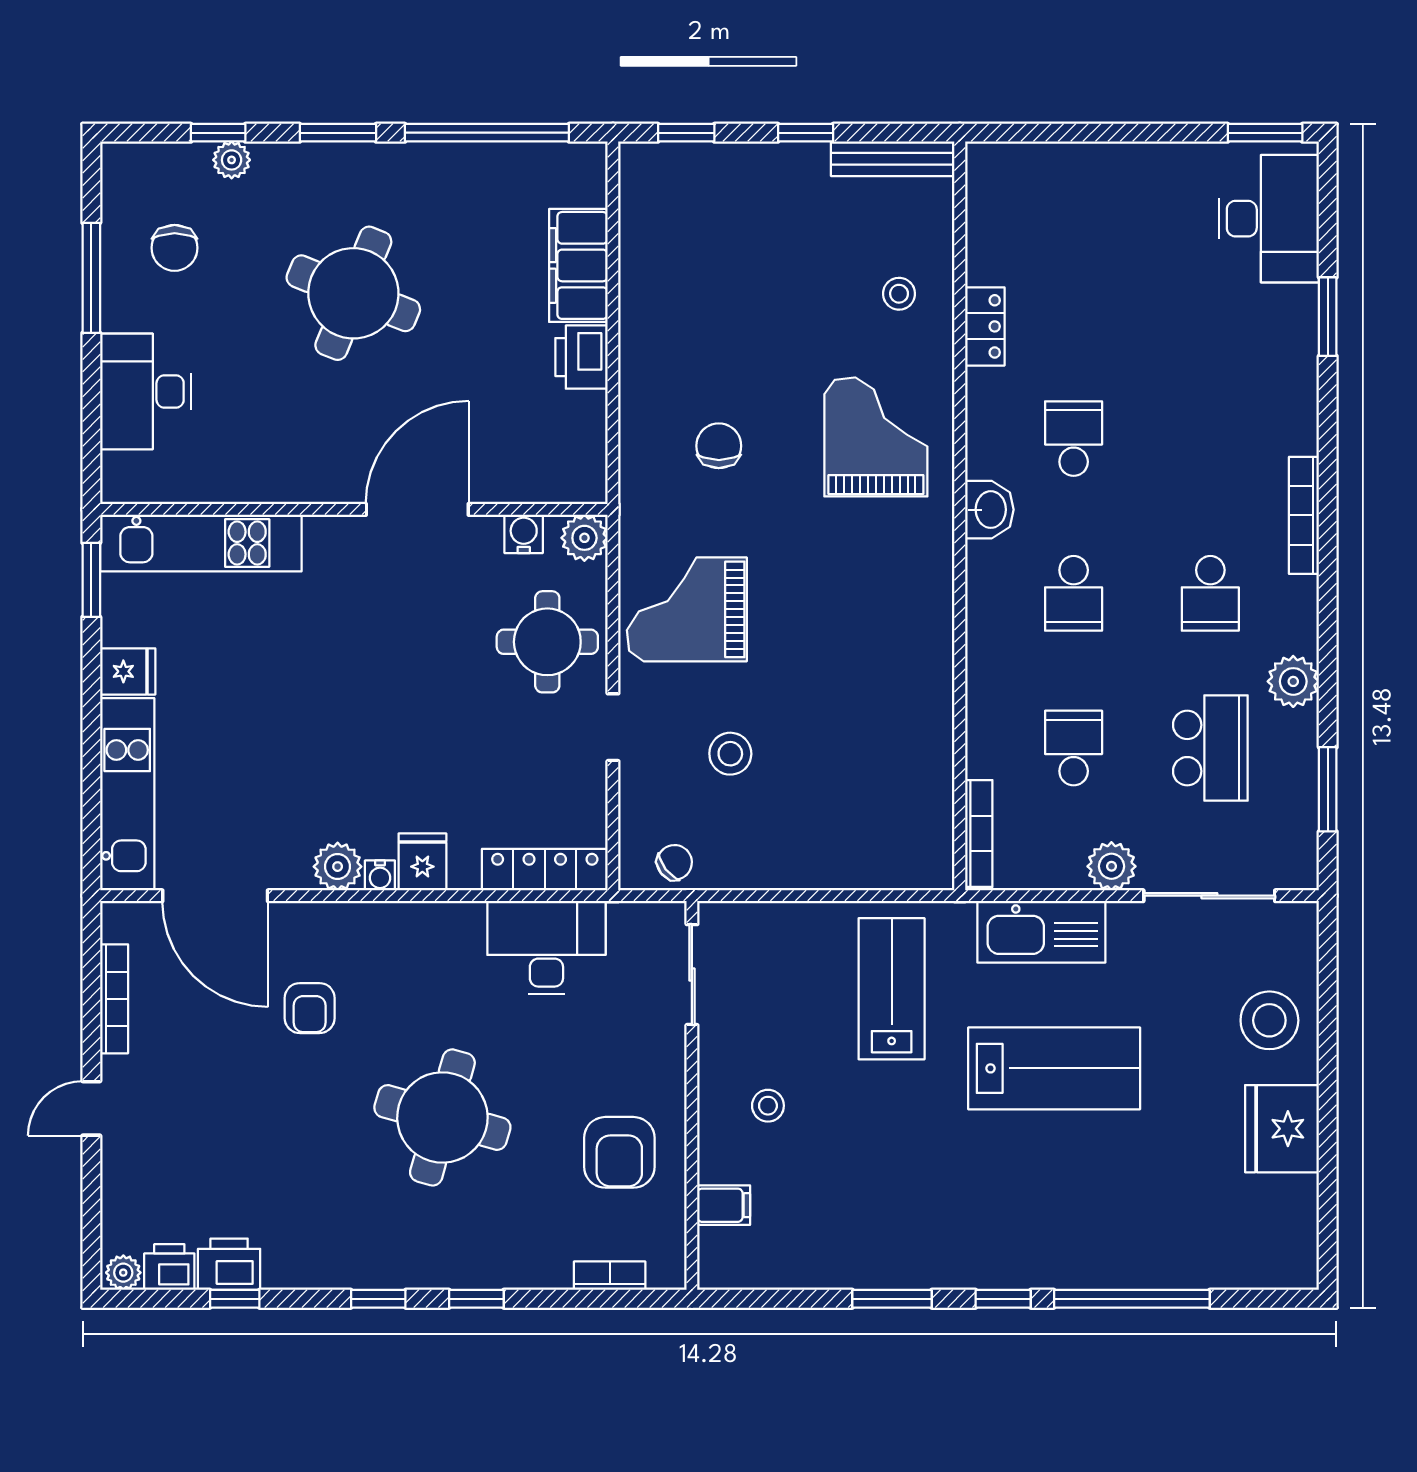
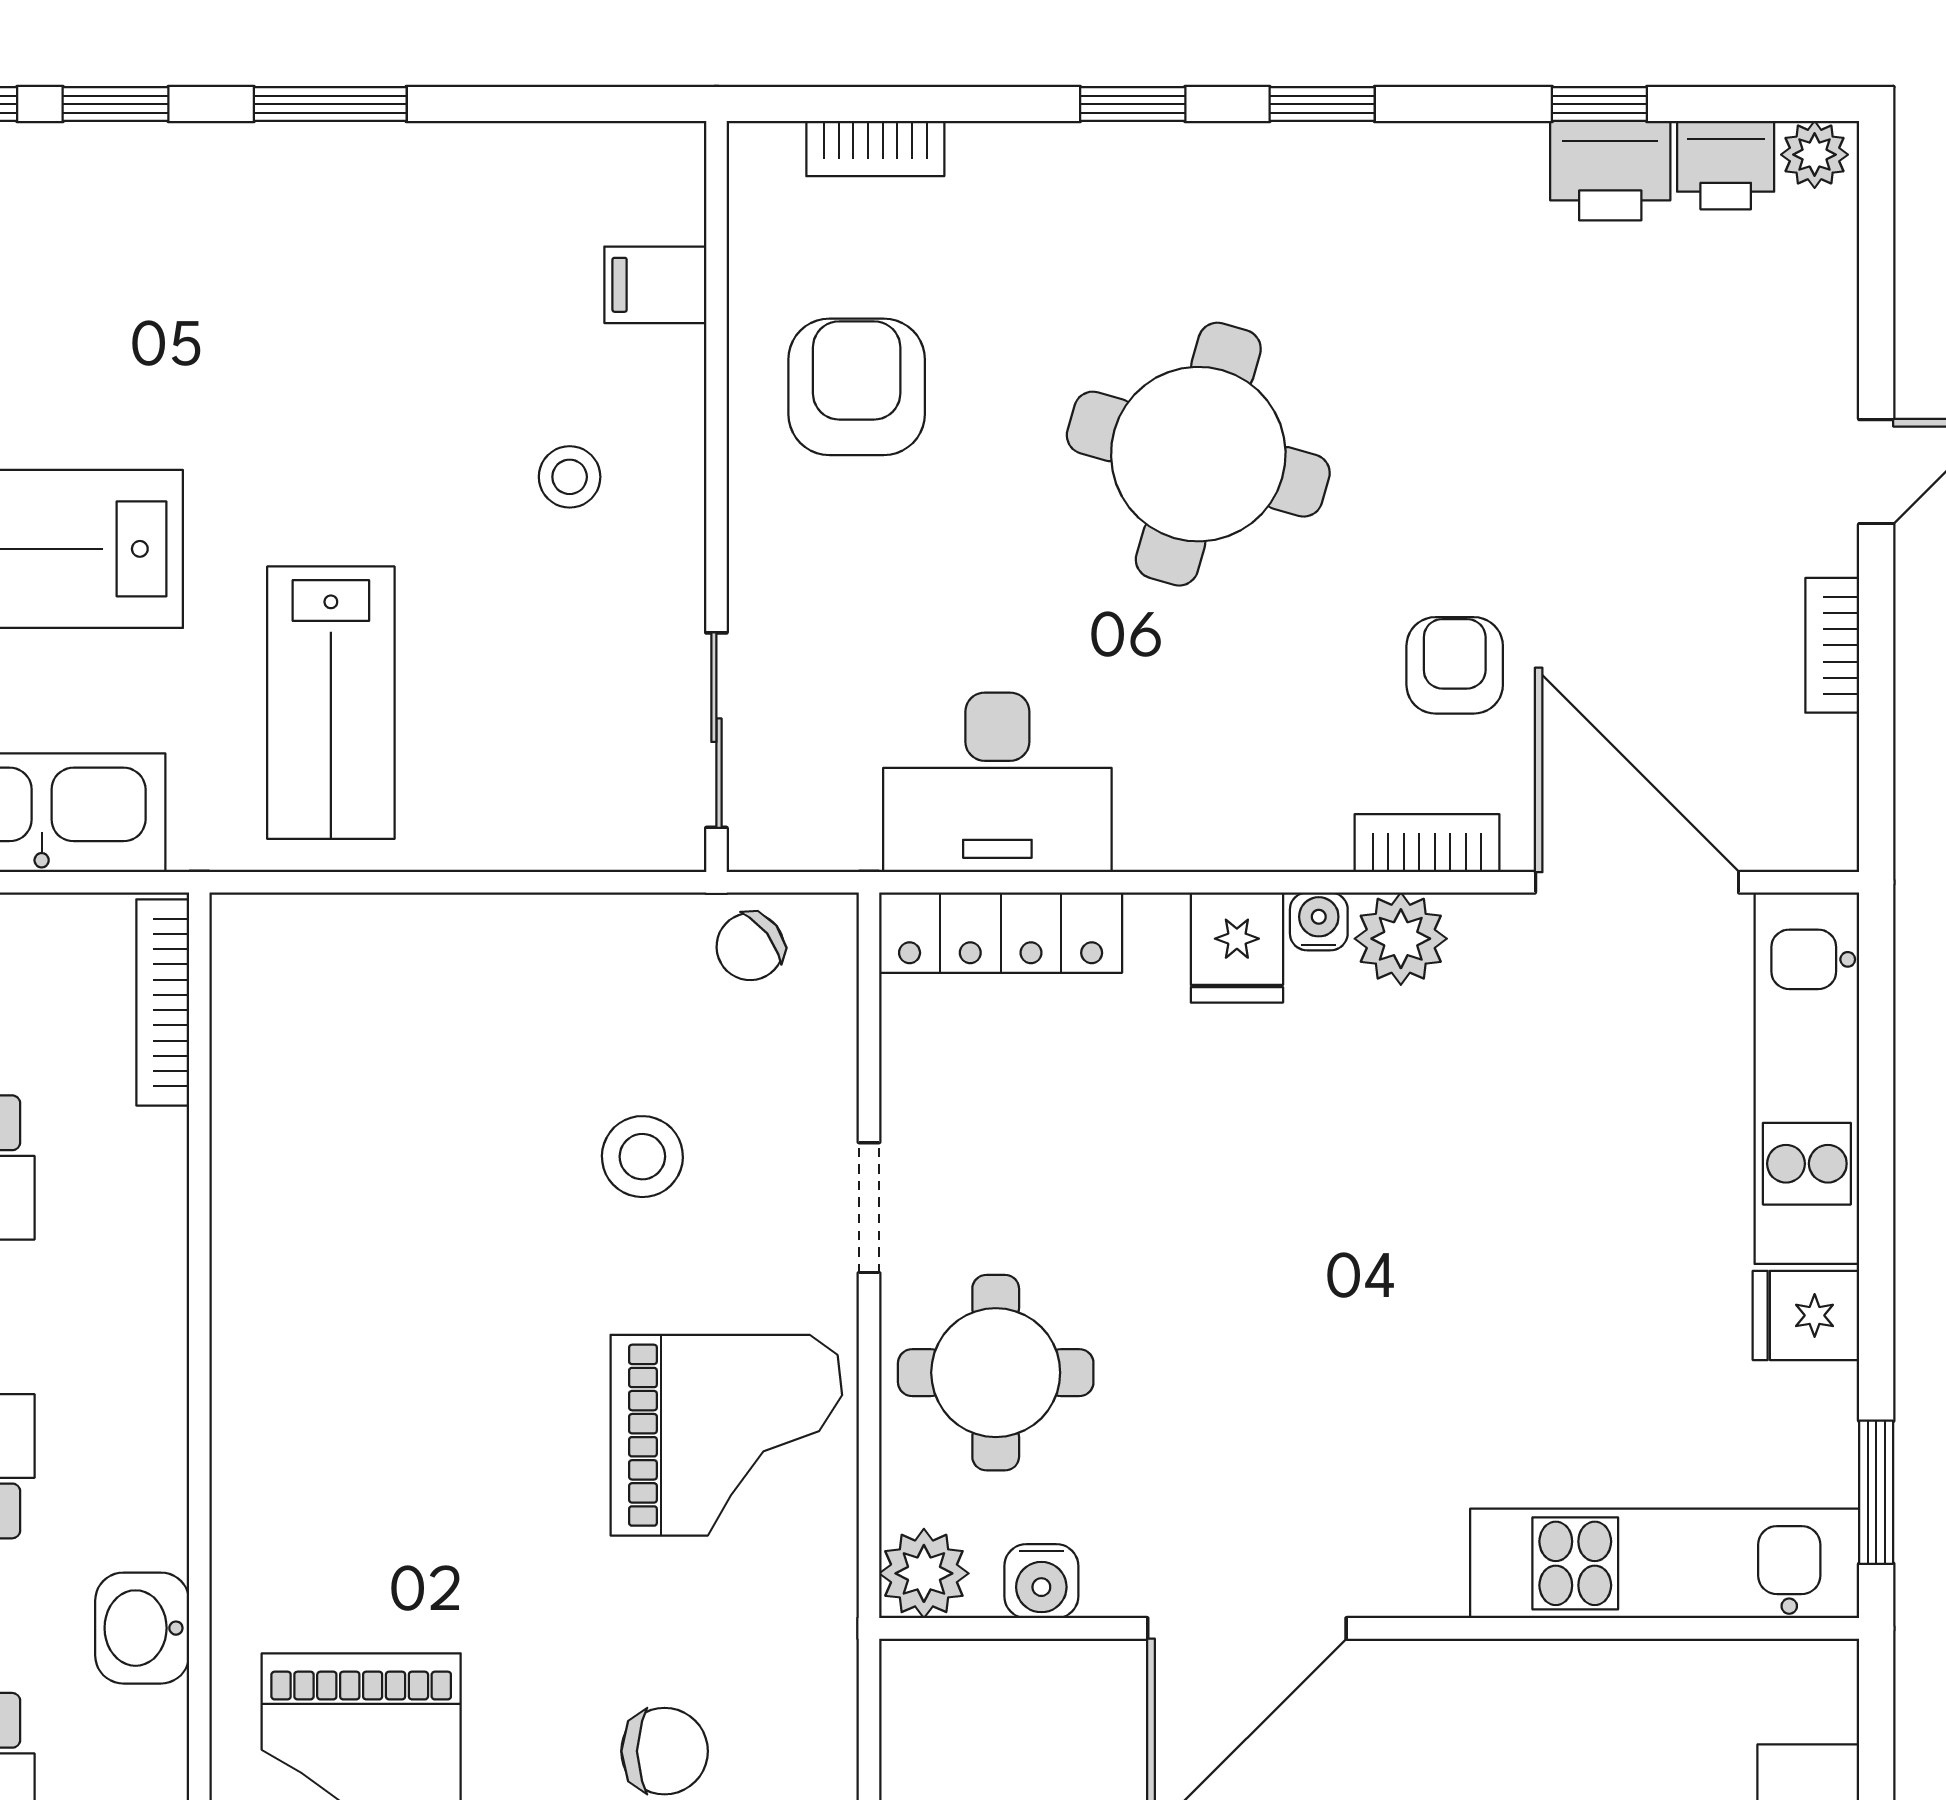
chair: (719, 446) -> (665, 1751), turned -90
bookcase: (324, 916) -> (1427, 843), added
bookcase: (114, 999) -> (1832, 645), width x0.64

